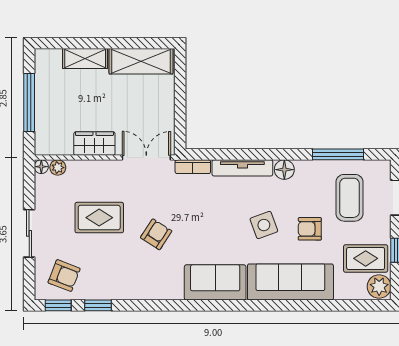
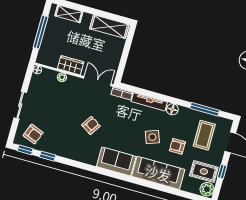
shelving: (85, 59) -> (69, 14), moved
plant: (58, 168) -> (62, 77), moved
rug: (99, 218) -> (62, 107), removed

